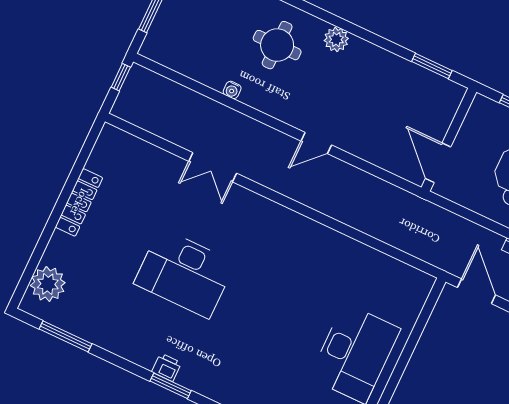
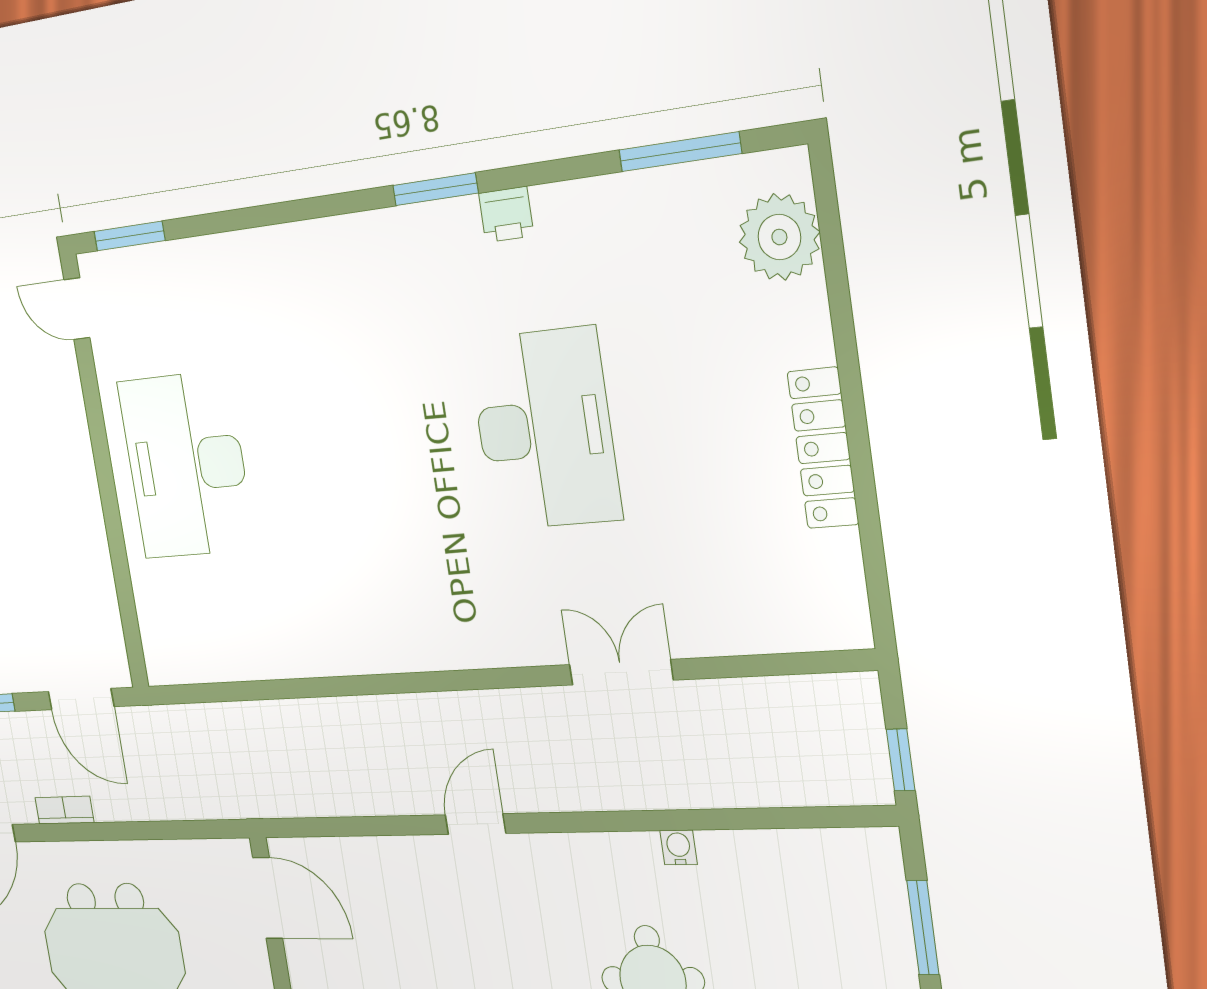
desk: (185, 273) -> (544, 429), turned 90
printer: (167, 367) -> (506, 215), moved

